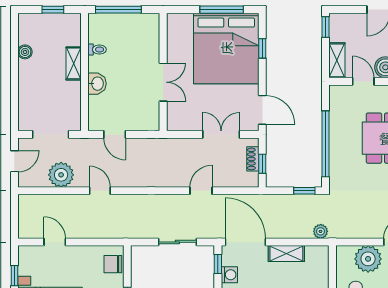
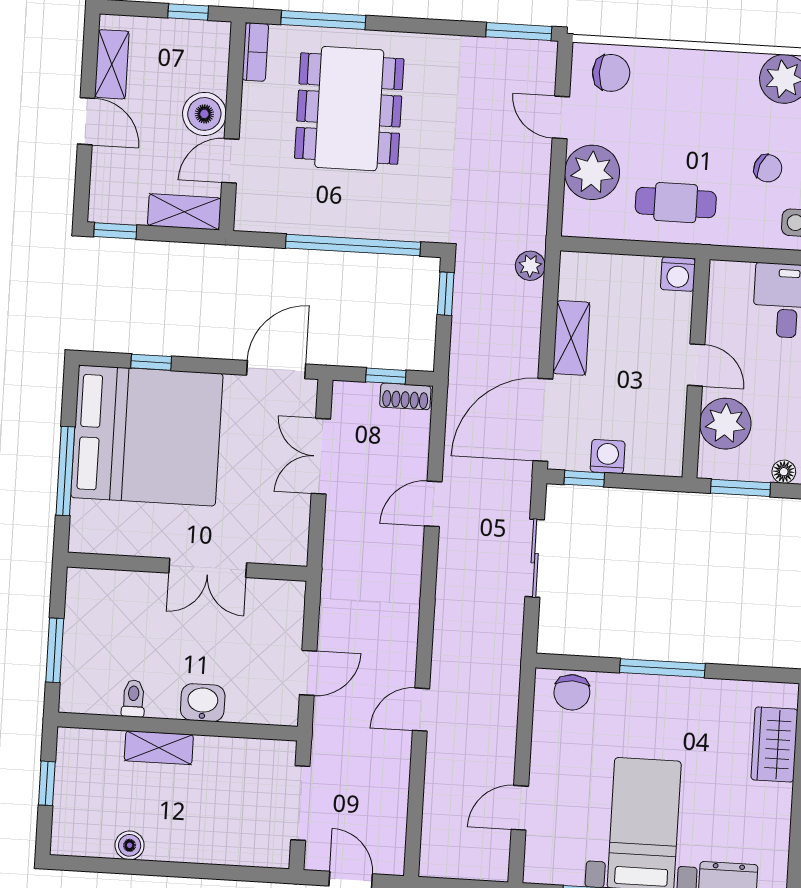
window: (118, 10) -> (55, 650), width x0.69
window: (222, 10) -> (65, 471), moved
double door: (163, 82) -> (208, 568), swing flipped
shoe rack: (253, 159) -> (405, 396), moved
plant: (61, 175) -> (384, 787), removed
door: (201, 191) -> (433, 504), hinge flipped

